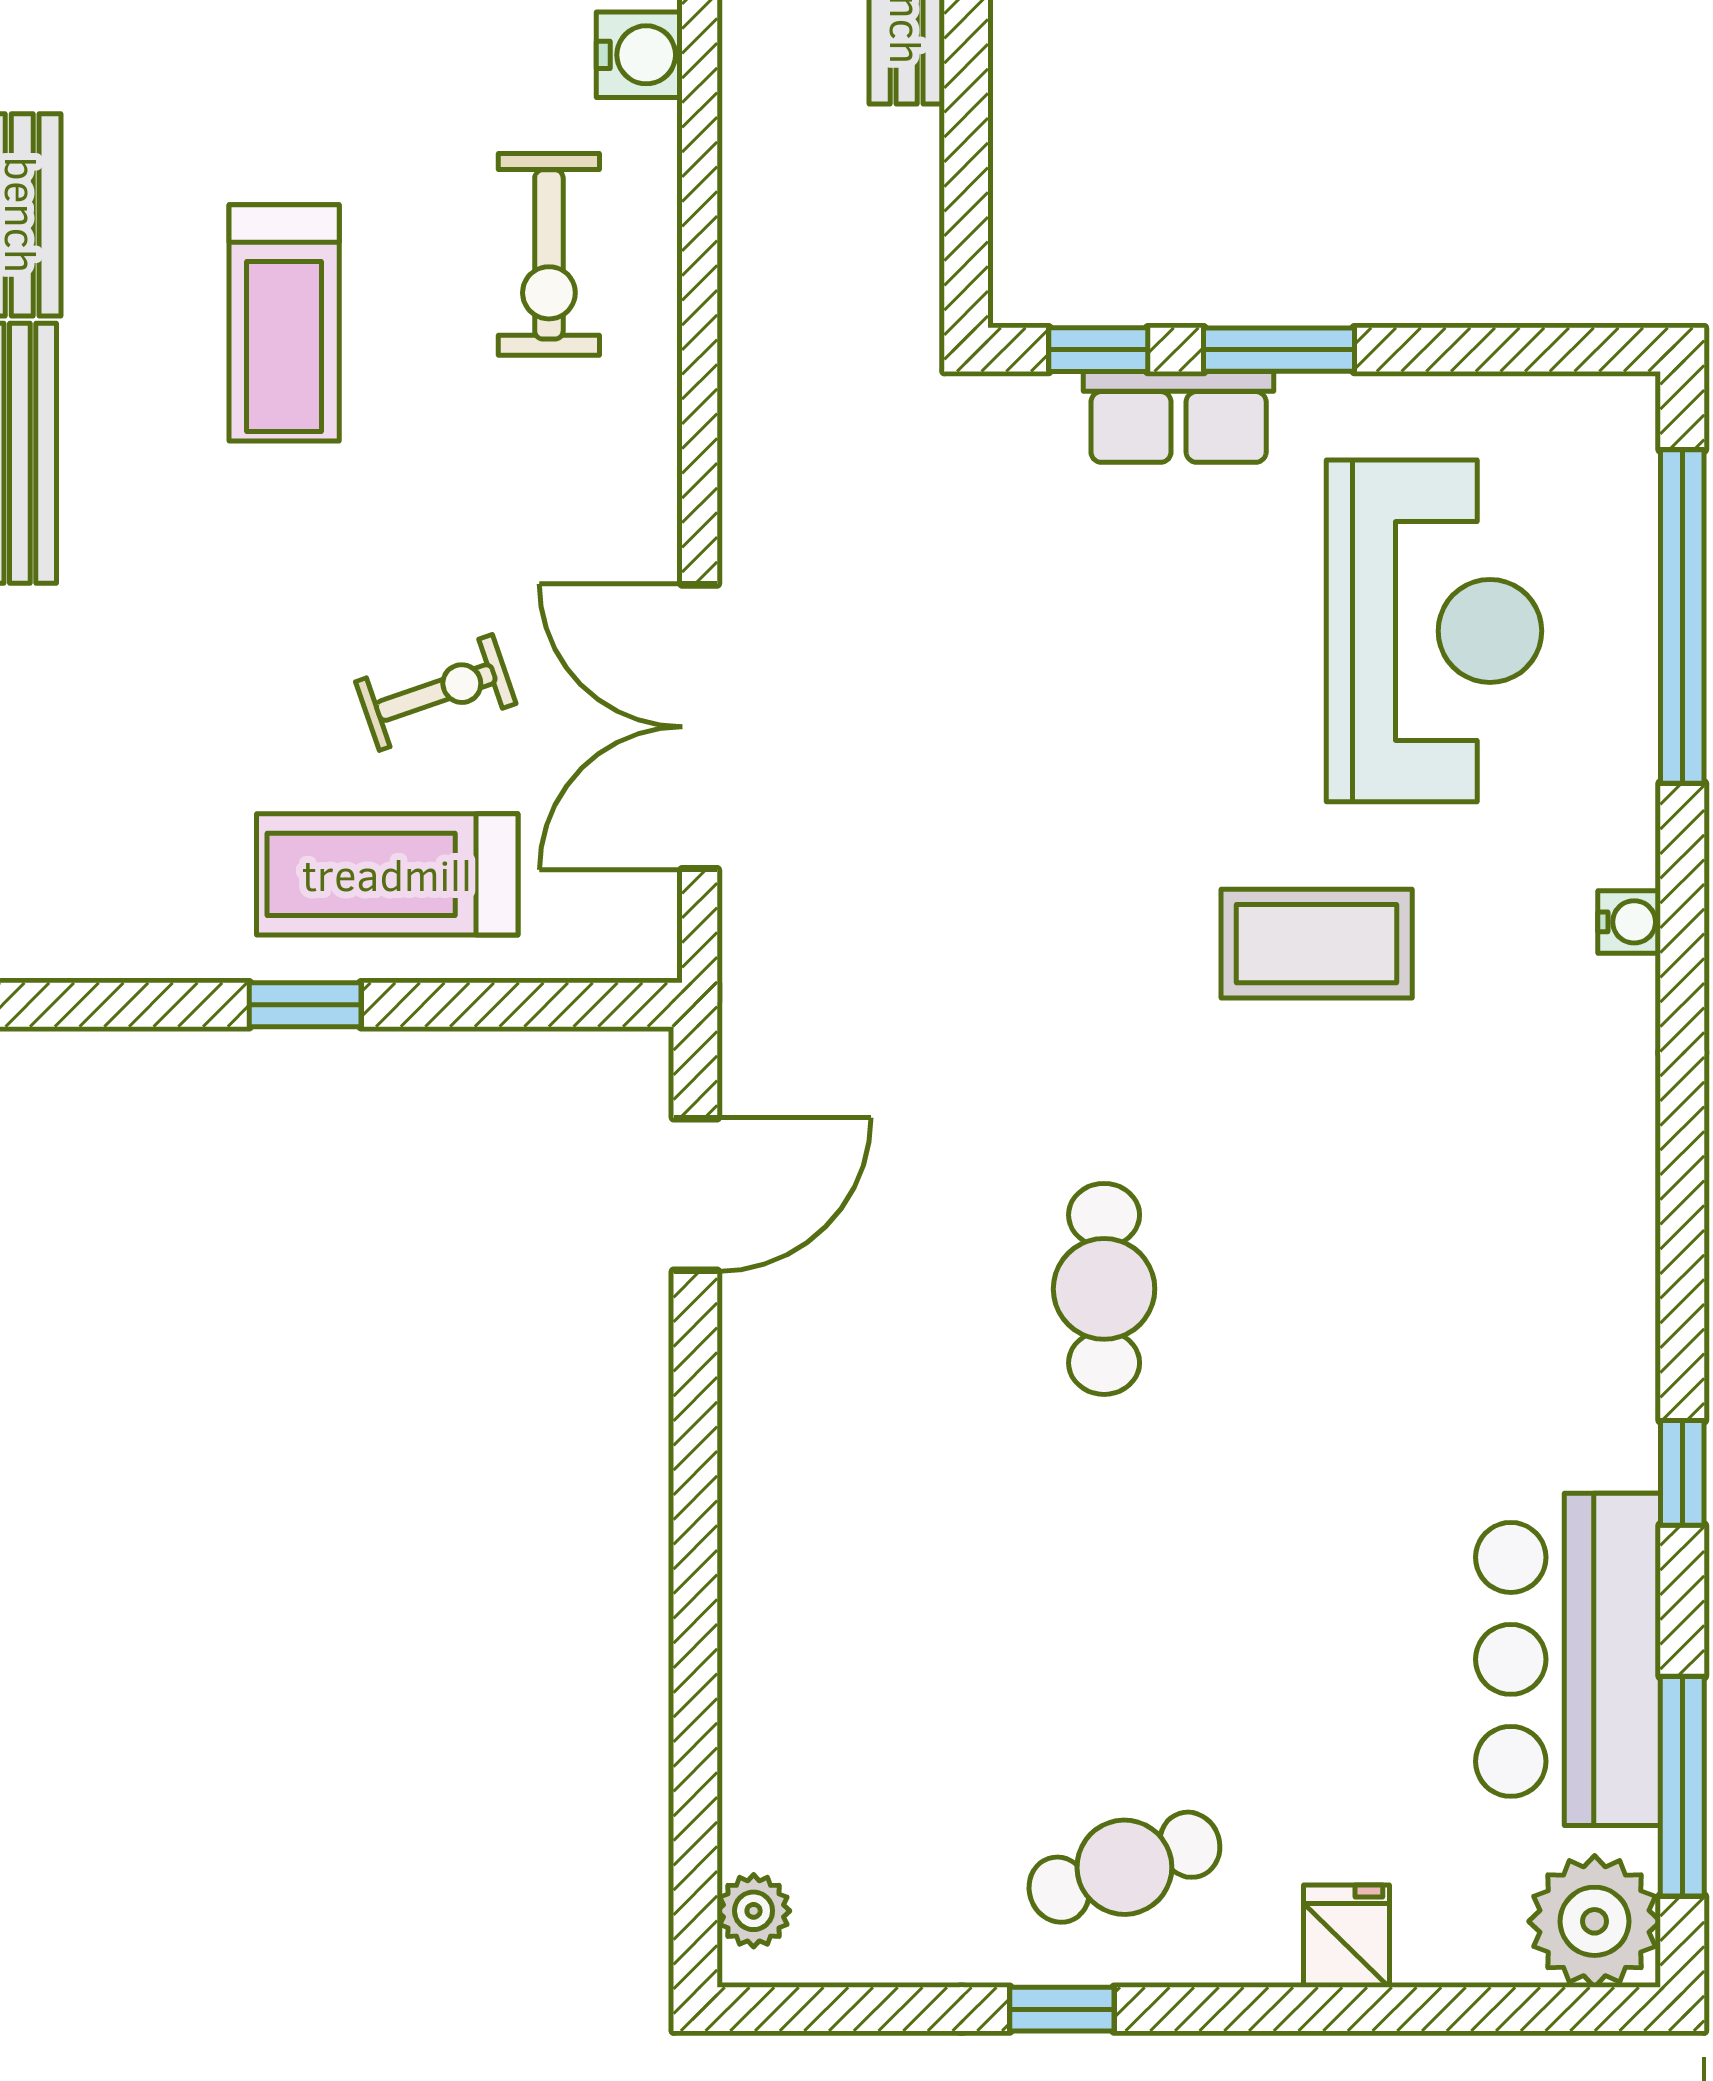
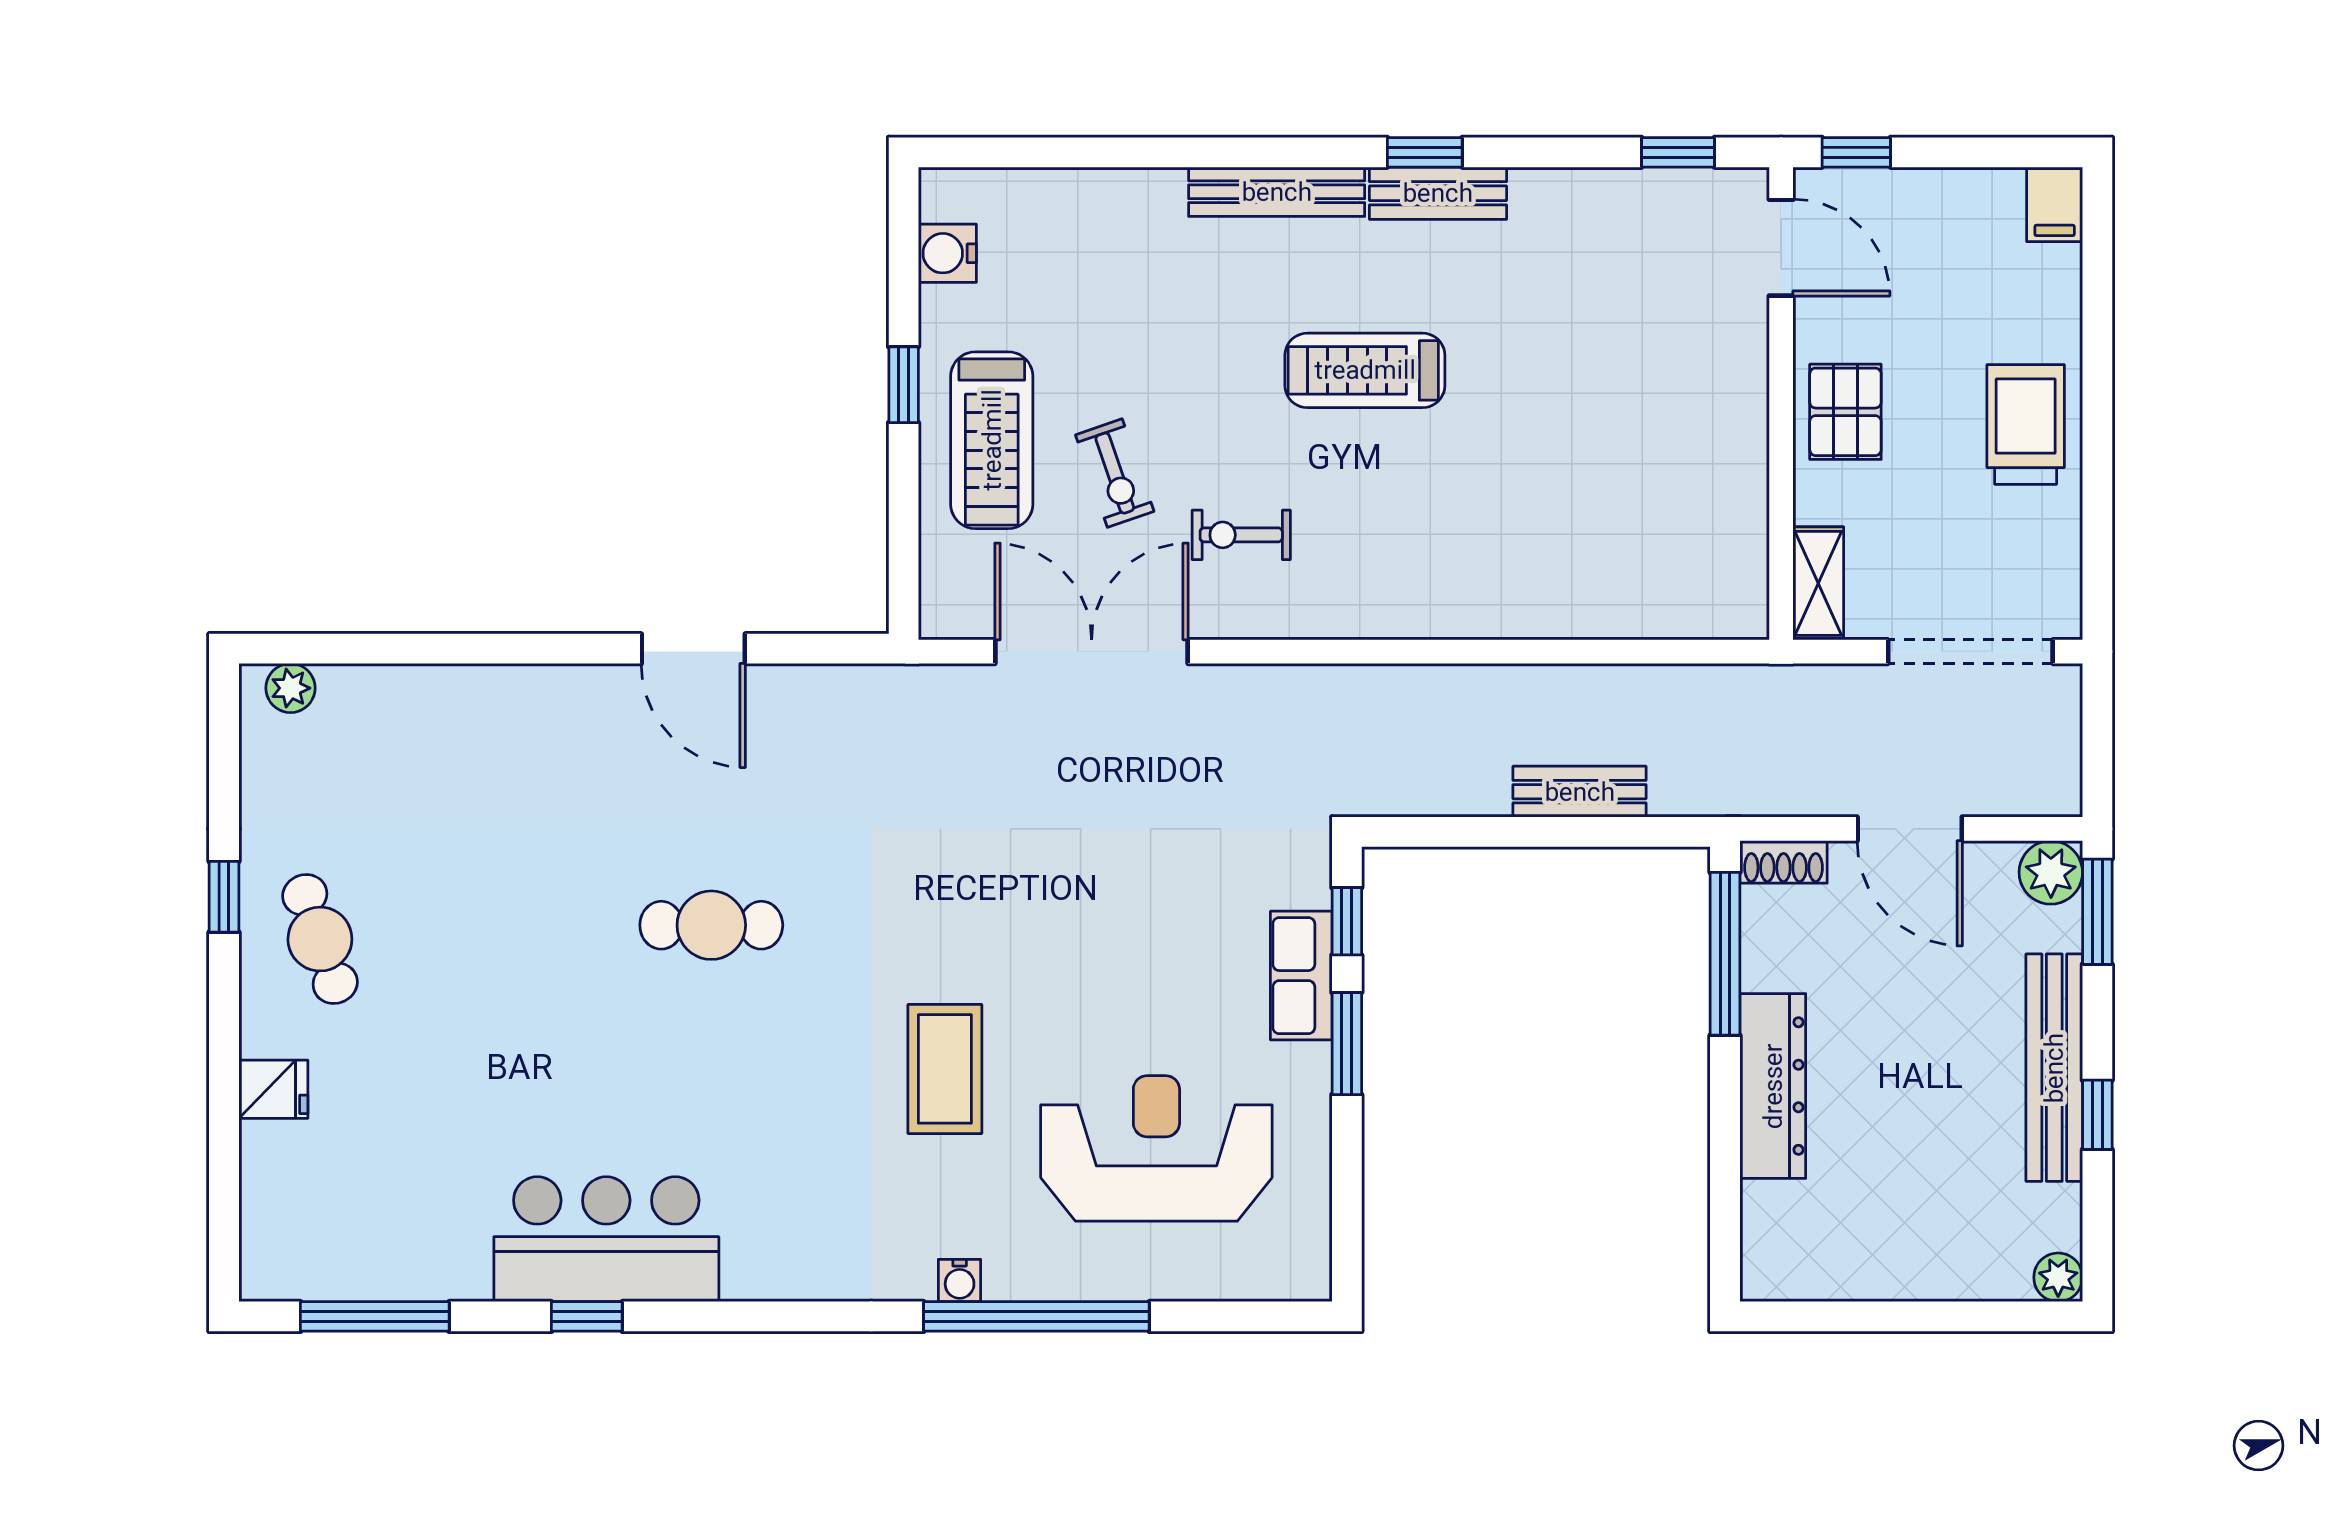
water cooler: (639, 55) -> (947, 253), moved, turned 90
exercise bike: (549, 254) -> (1241, 535), moved, width x0.73, depth x0.72
window: (1682, 617) -> (1036, 1316), moved
reception desk: (1434, 631) -> (1156, 1148), turned 180
treadmill: (387, 874) -> (992, 440), turned 180
door: (695, 1195) -> (693, 649), moved
bar counter: (1568, 1659) -> (606, 1239), moved
plant: (1595, 1921) -> (283, 1257), removed

